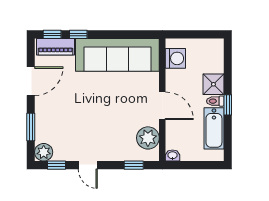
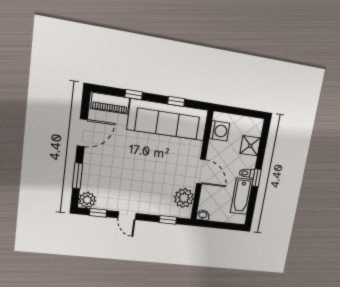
window: (52, 34) -> (176, 101), moved
shower: (213, 84) -> (250, 146), moved

